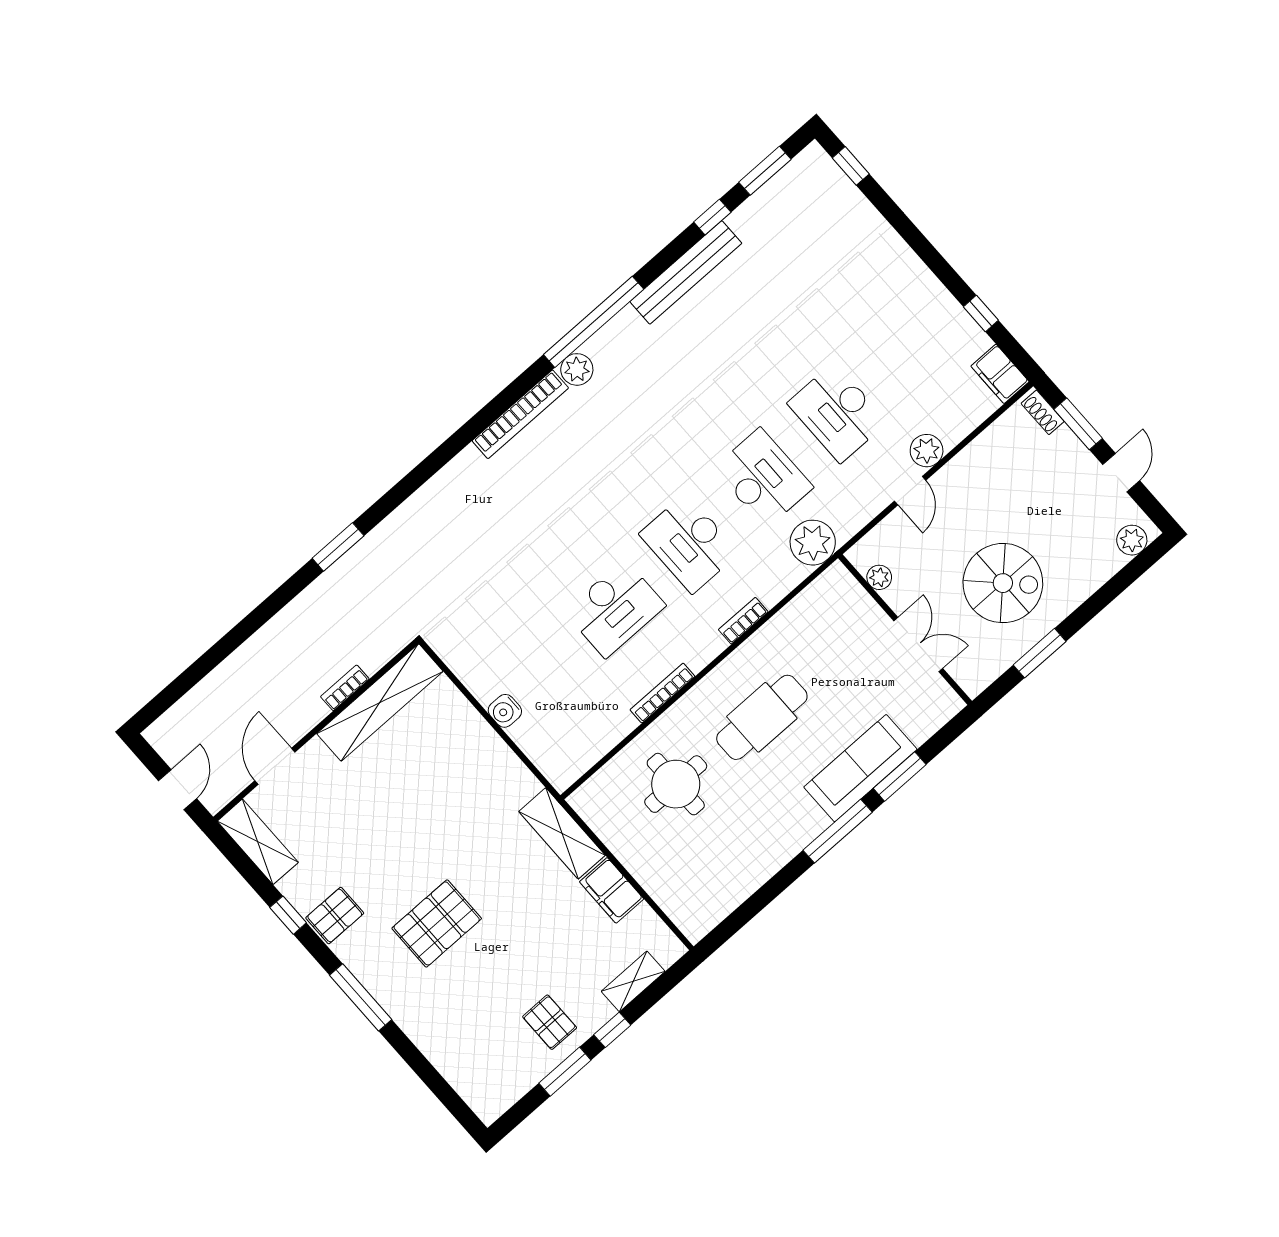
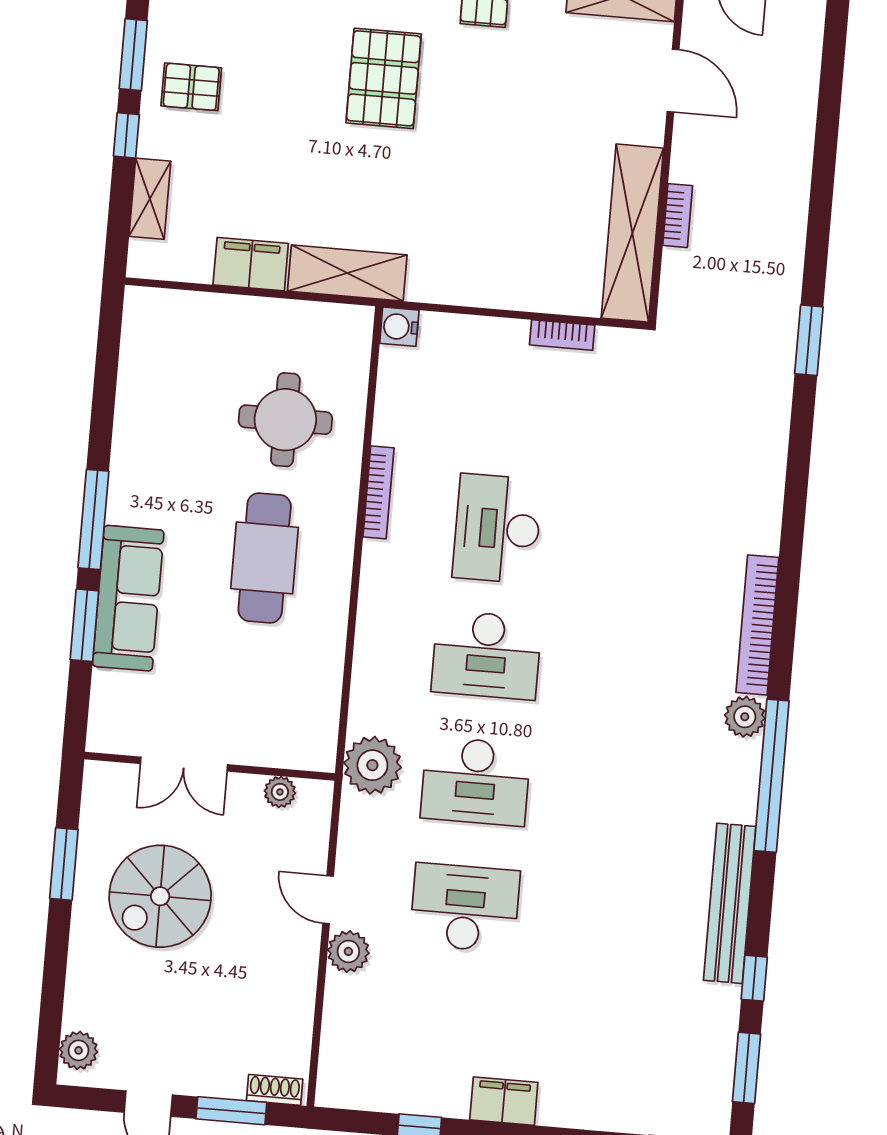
filing cabinet: (1000, 374) -> (504, 1101), moved
desk: (689, 543) -> (486, 655), turned 180
bookcase: (743, 621) -> (562, 335), moved, turned 90
water cooler: (505, 711) -> (399, 327), moved, turned -90

